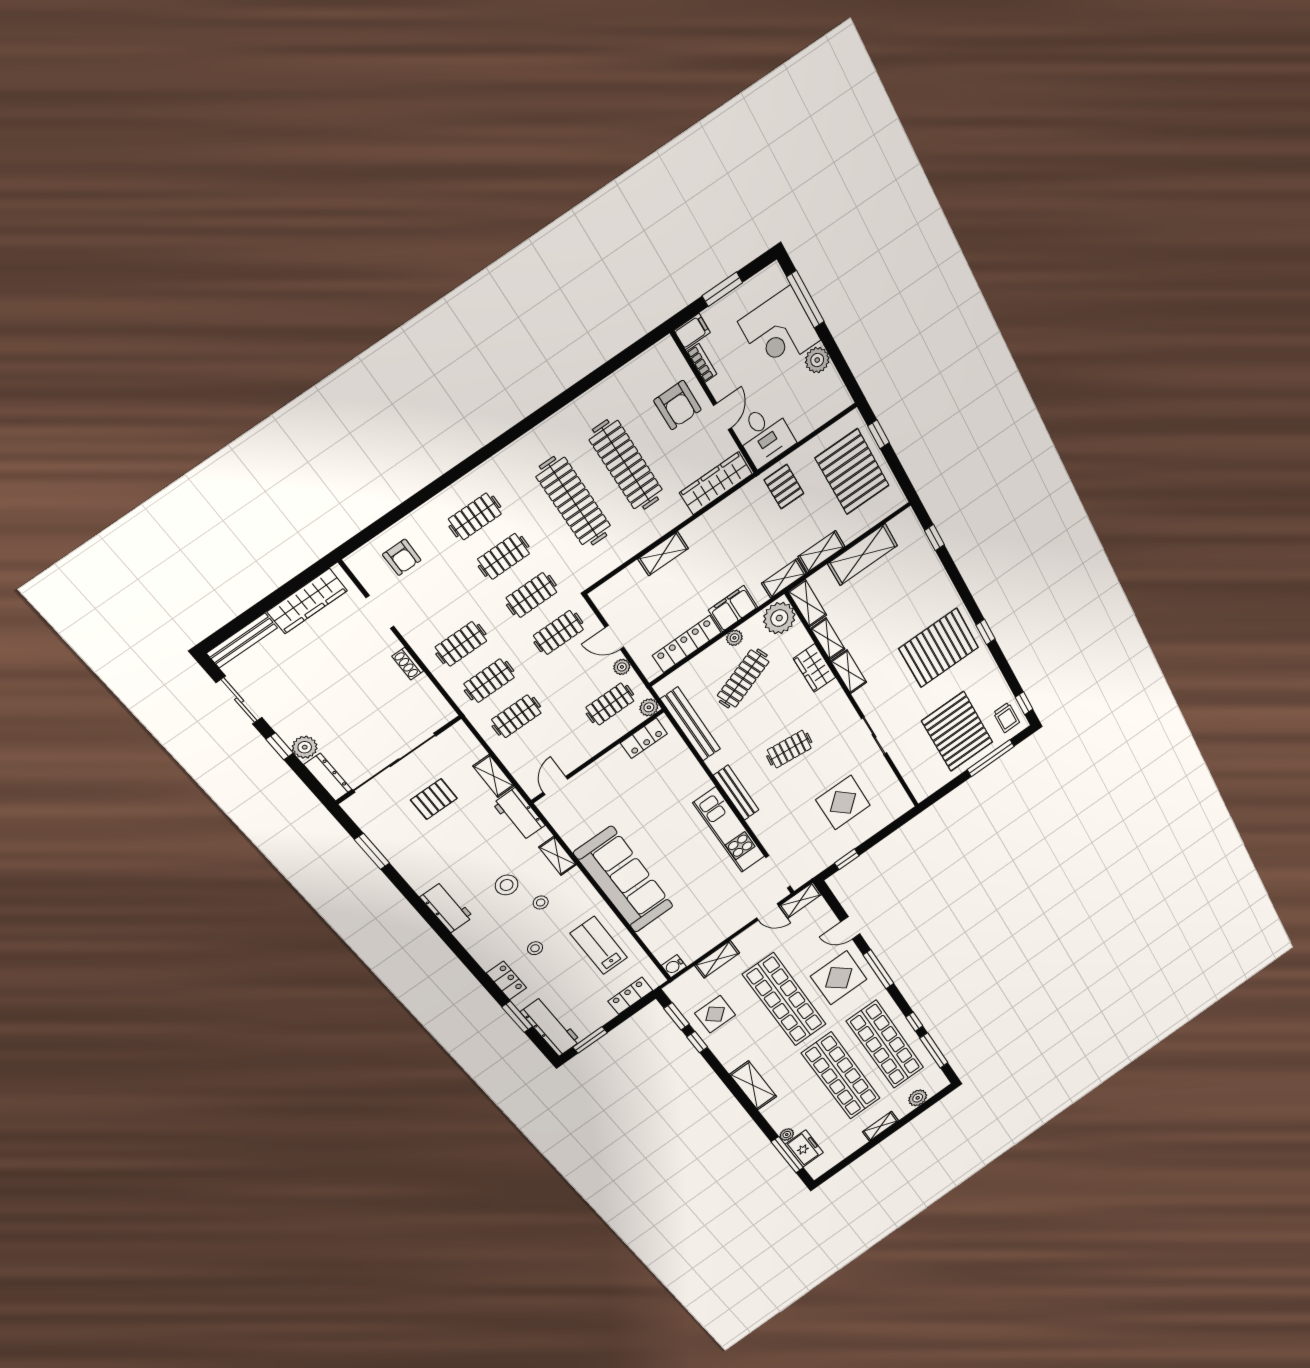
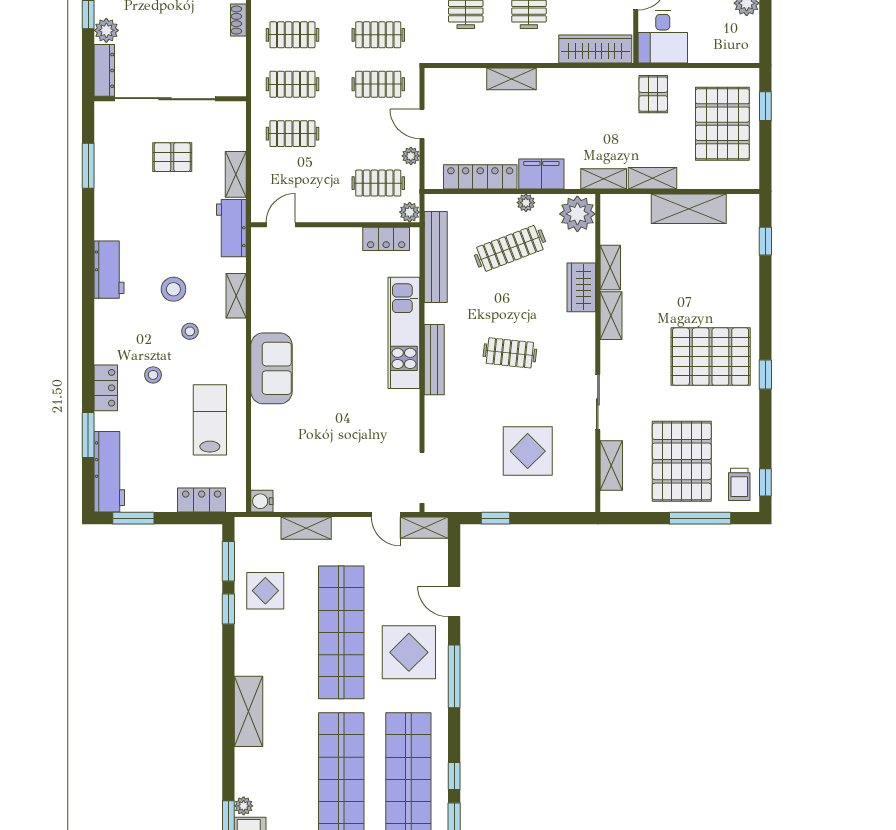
shelving: (807, 603) -> (611, 466), moved
kitchen unit: (729, 830) -> (404, 333), moved
sofa: (624, 880) -> (271, 368), width x0.54, depth x0.79

